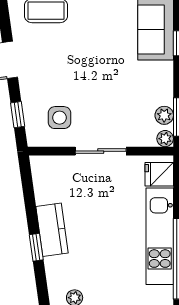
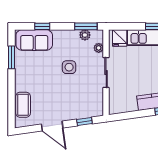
side table: (59, 118) -> (69, 67), moved
plant: (165, 139) -> (99, 48), moved

